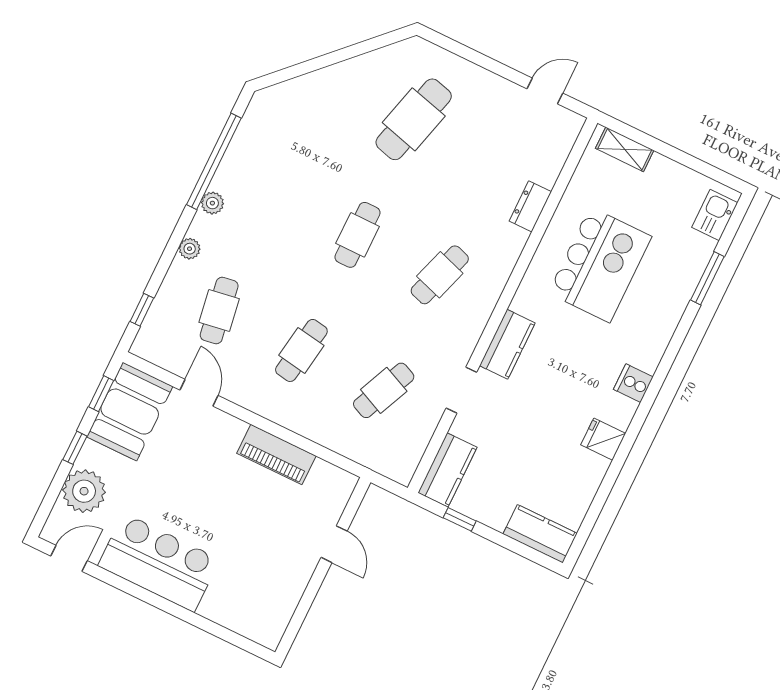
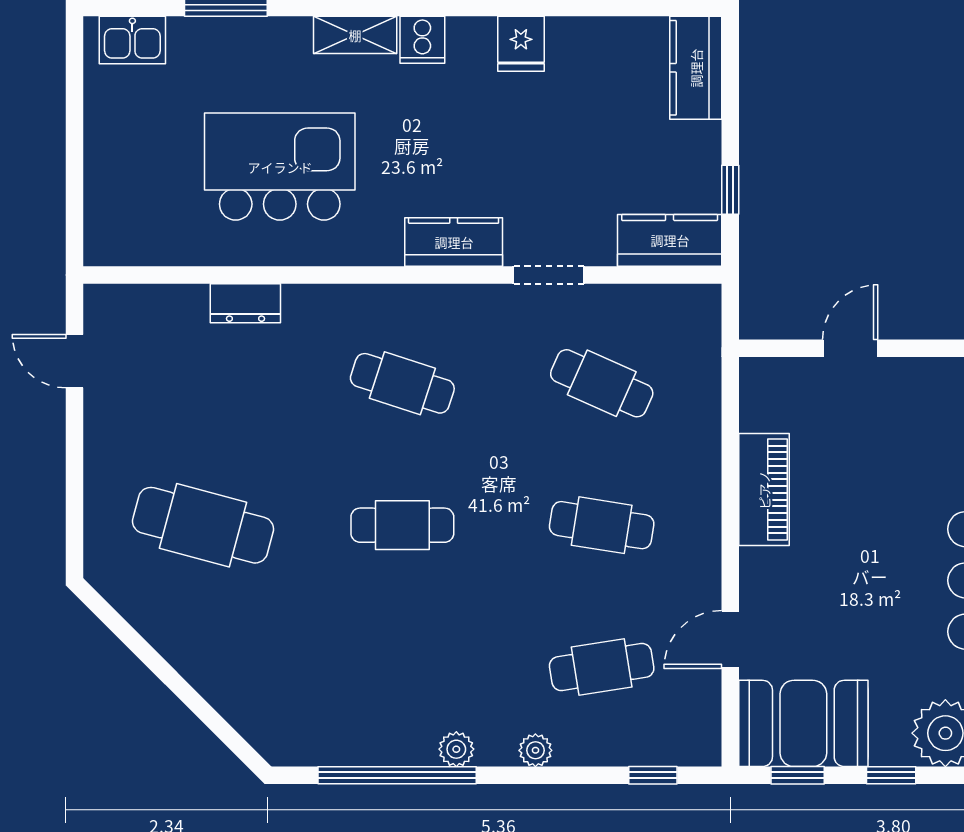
shelving: (625, 149) -> (355, 35), moved, turned 90

